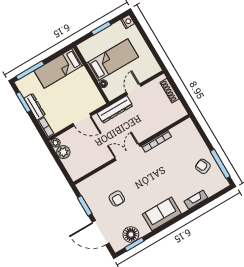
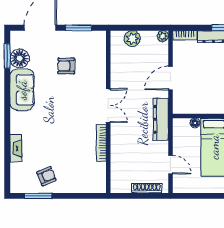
door: (134, 89) -> (170, 165), moved
plant: (63, 152) -> (132, 39), moved
window: (220, 164) -> (38, 196), width x0.69
sofa: (162, 214) -> (22, 90), moved

